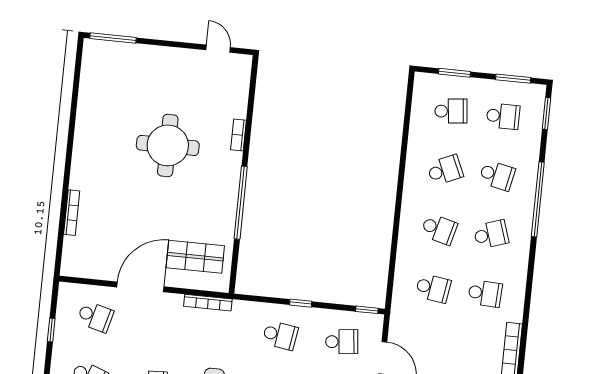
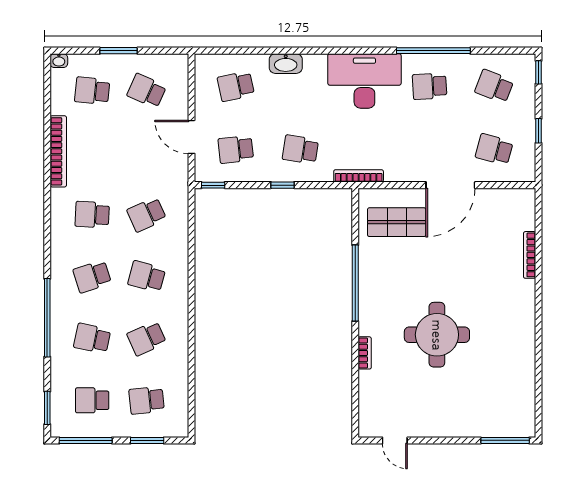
window: (513, 79) -> (86, 440), width x1.44
school desk: (433, 288) -> (147, 215), turned -33
bookcase: (208, 303) -> (359, 176), moved

